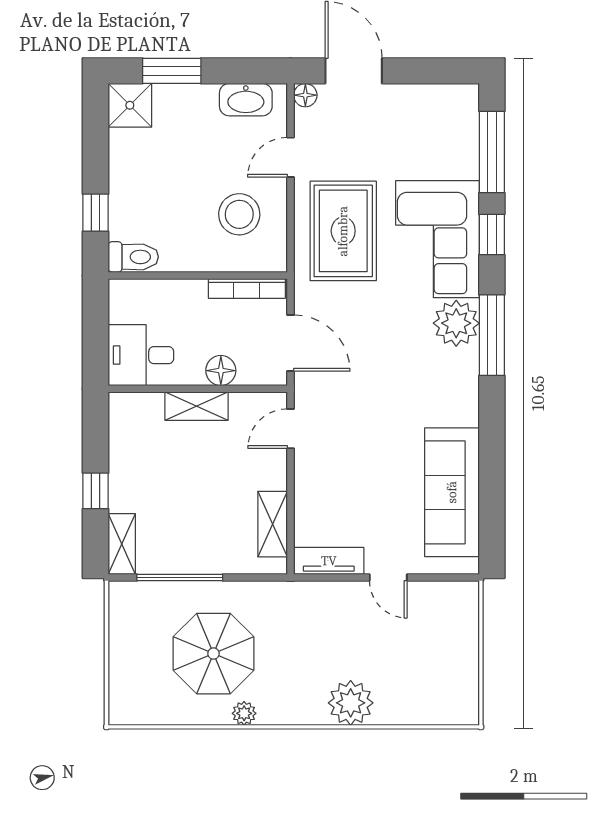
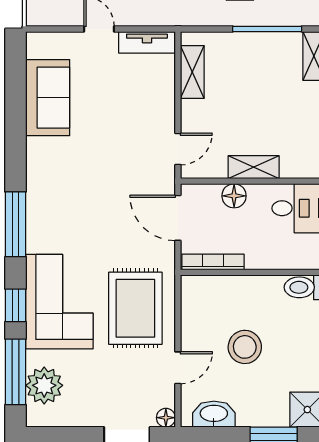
stool: (239, 214) -> (245, 347), moved
plant: (456, 323) -> (44, 385), moved
sofa: (452, 492) -> (48, 98), width x0.73

